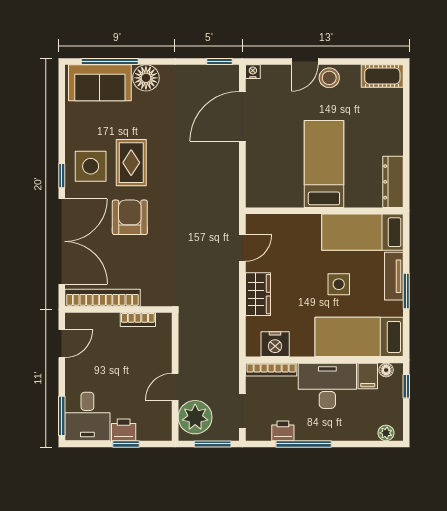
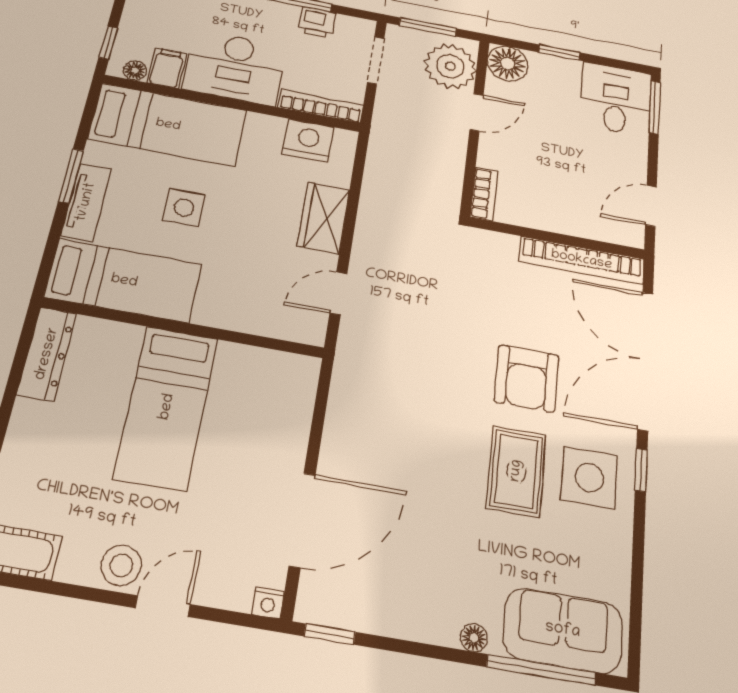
floor lamp: (146, 78) -> (474, 638), width x0.53, depth x0.53
bookcase: (138, 320) -> (484, 194), moved, turned 90
floor lamp: (159, 428) -> (508, 64), added
printer: (124, 430) -> (561, 71), removed

